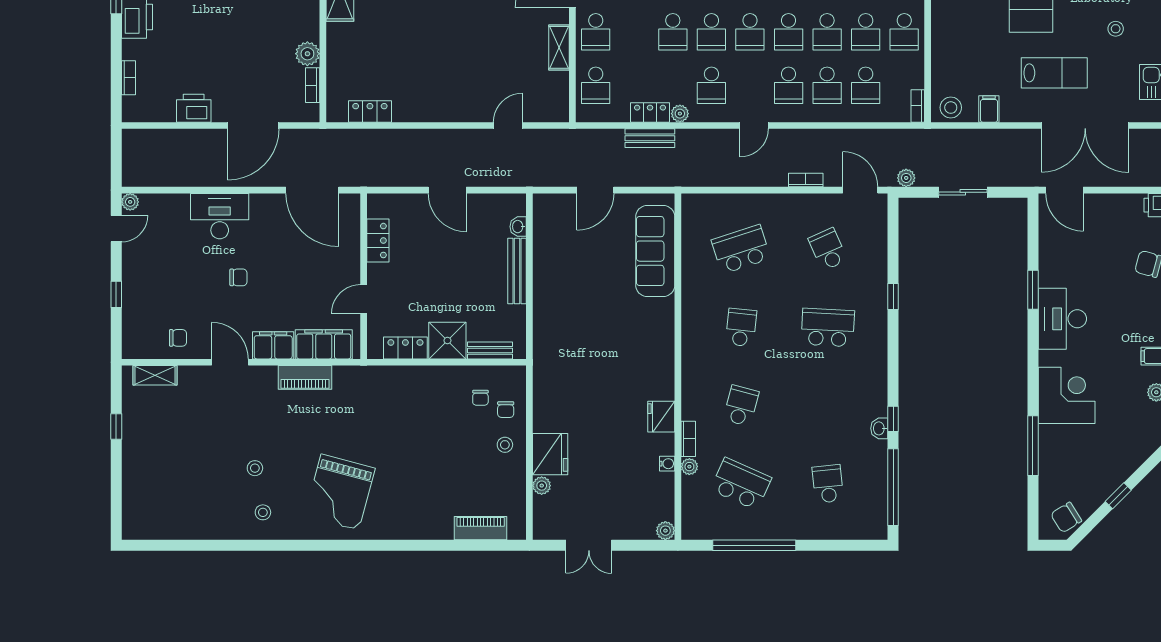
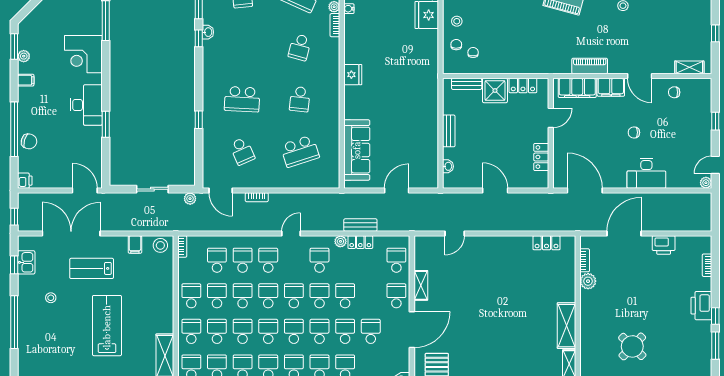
bench: (517, 271) -> (449, 131), width x0.73
fridge: (661, 417) -> (353, 75), moved

